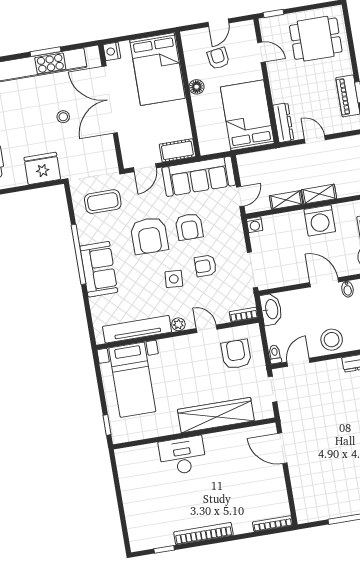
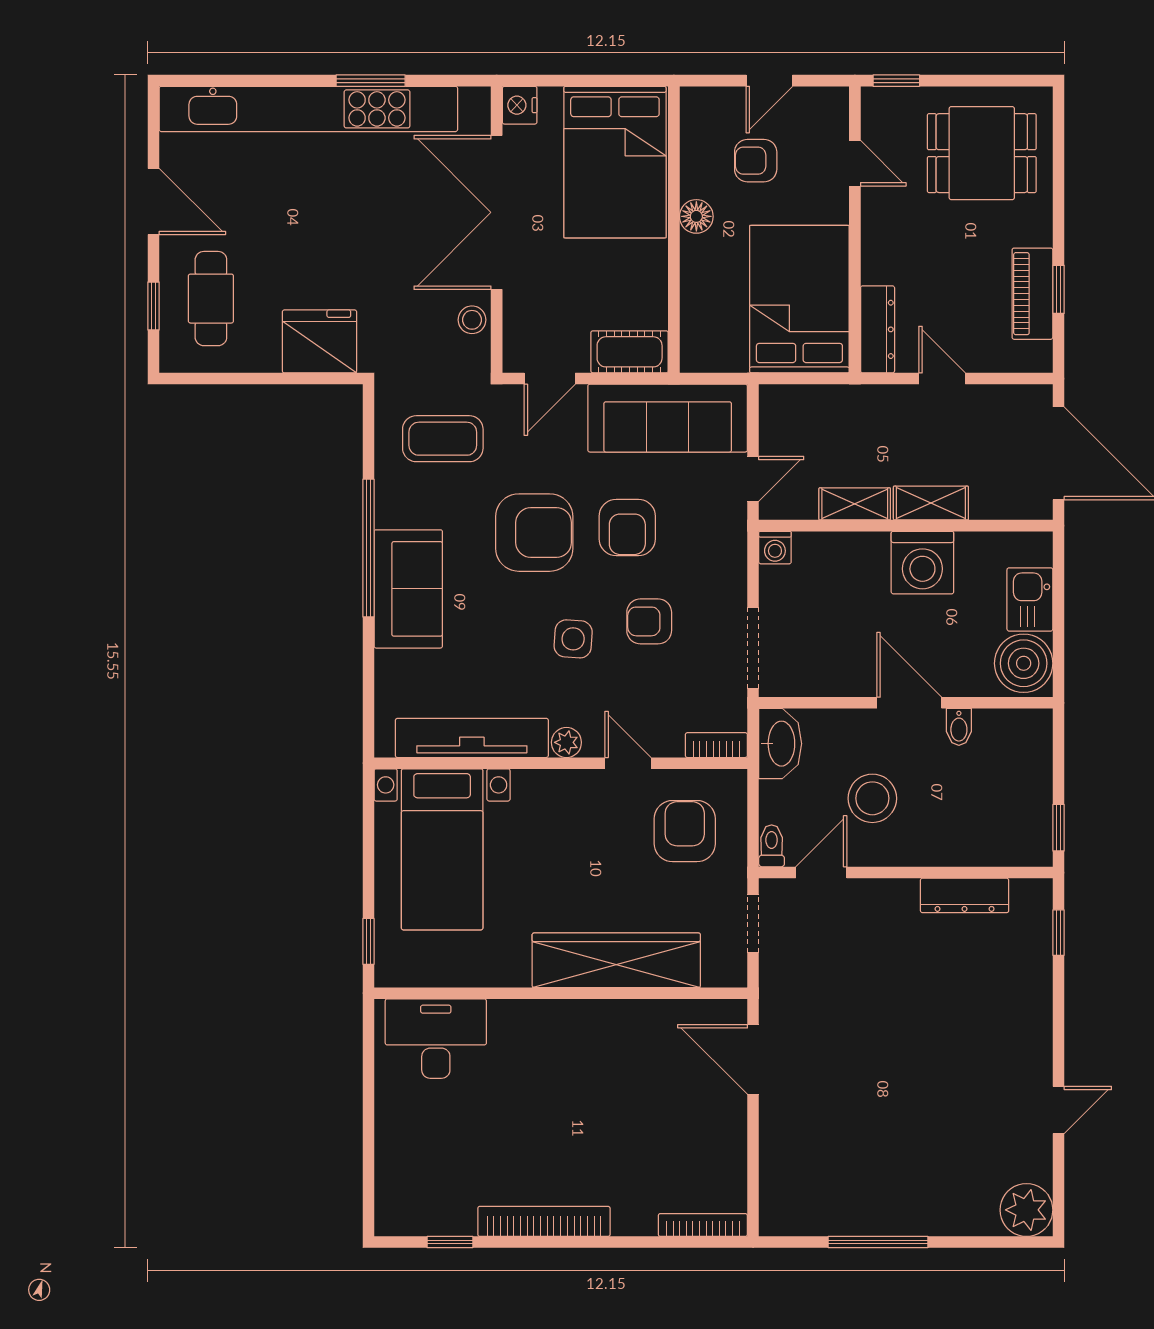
armchair: (218, 58) -> (756, 161), turned -82
stool: (63, 117) -> (472, 320), moved
armchair: (149, 236) -> (534, 533), turned -90
stool: (332, 340) -> (872, 798), moved
desk: (182, 456) -> (436, 1039), moved

